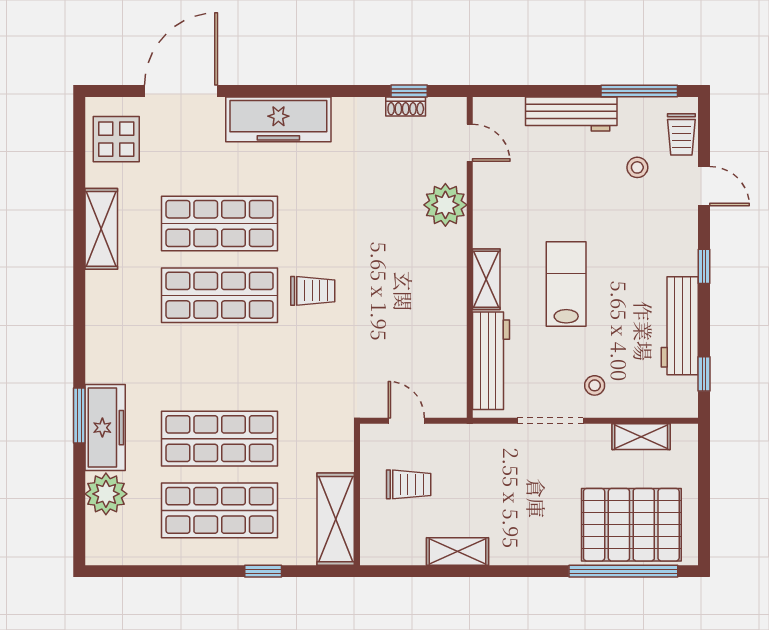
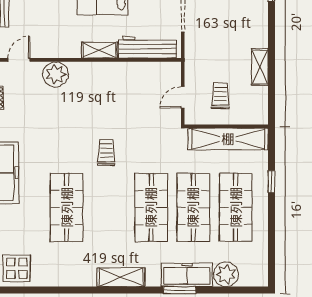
shelving: (101, 229) -> (121, 277), moved
shop shelf: (220, 295) -> (151, 207), moved
shelving: (336, 519) -> (228, 139), width x1.47

